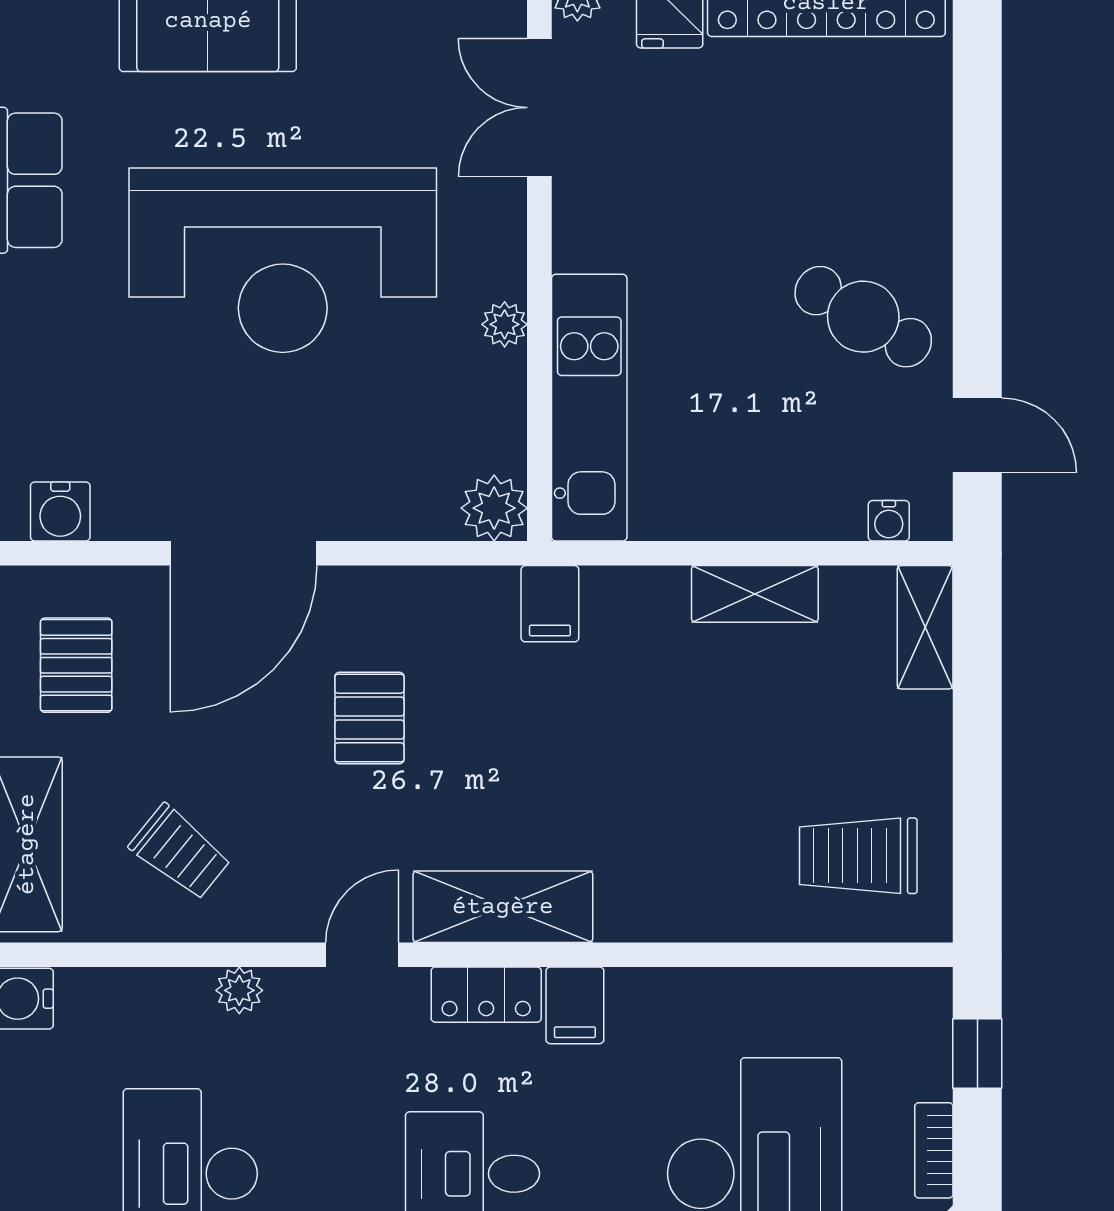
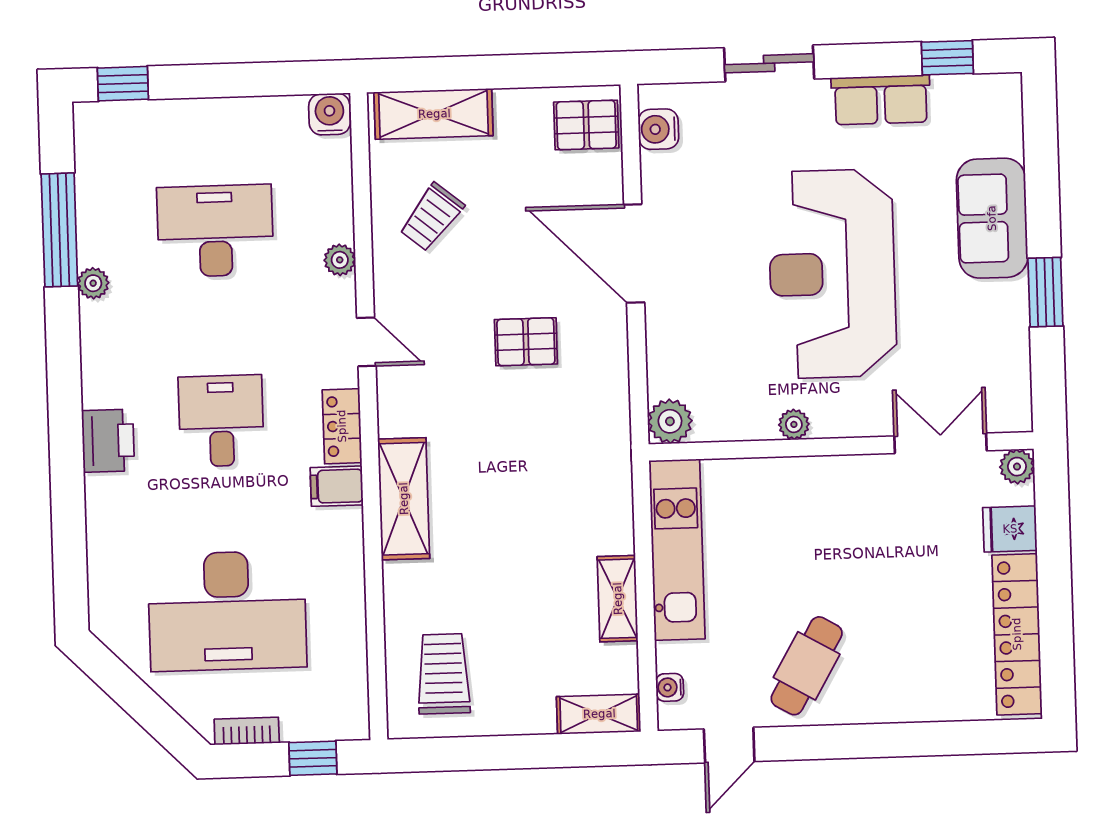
kitchen unit: (589, 408) -> (677, 550), moved, turned -90
filing cabinet: (550, 604) -> (607, 461), removed
pallet: (76, 665) -> (586, 125), moved
shelving: (503, 907) -> (404, 499), moved

